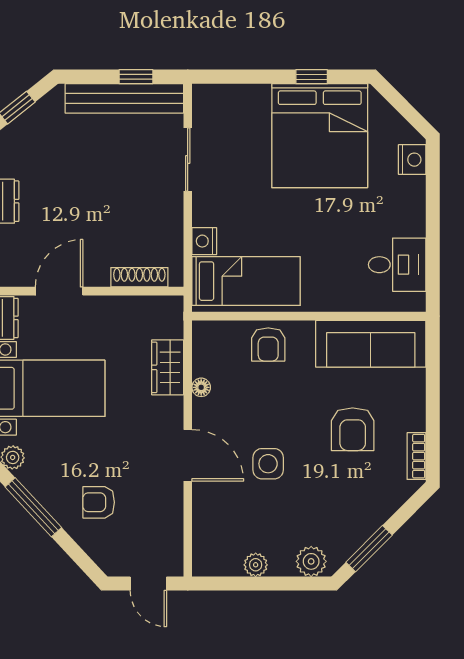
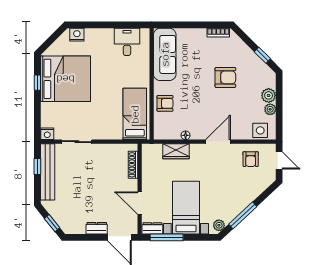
nightstand: (204, 241) -> (47, 134), moved
armchair: (353, 429) -> (225, 77), moved
side table: (268, 464) -> (260, 130), moved
armchair: (99, 502) -> (251, 159), moved
window: (369, 549) -> (262, 55), width x0.67
plant: (311, 561) -> (269, 95), moved
door: (148, 583) -> (279, 160), hinge flipped

